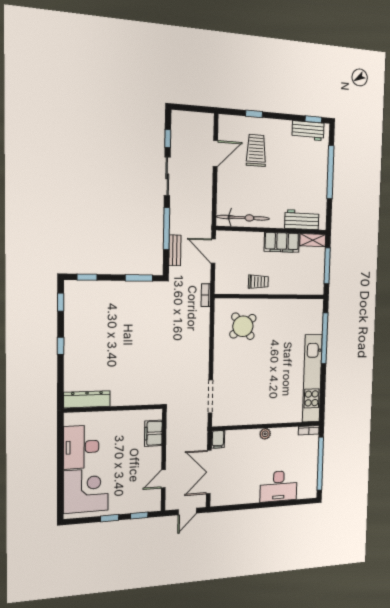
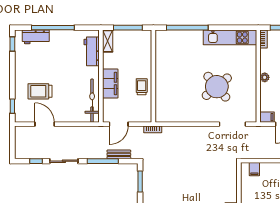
window: (254, 114) -> (12, 106), moved
workbench: (308, 131) -> (36, 37), moved, turned 90
filing cabinet: (282, 242) -> (110, 84), moved
round table: (243, 326) -> (217, 87), moved, width x1.36, depth x1.36
kitchen unit: (312, 378) -> (230, 37), width x0.73
filing cabinet: (153, 433) -> (254, 169), width x0.50

